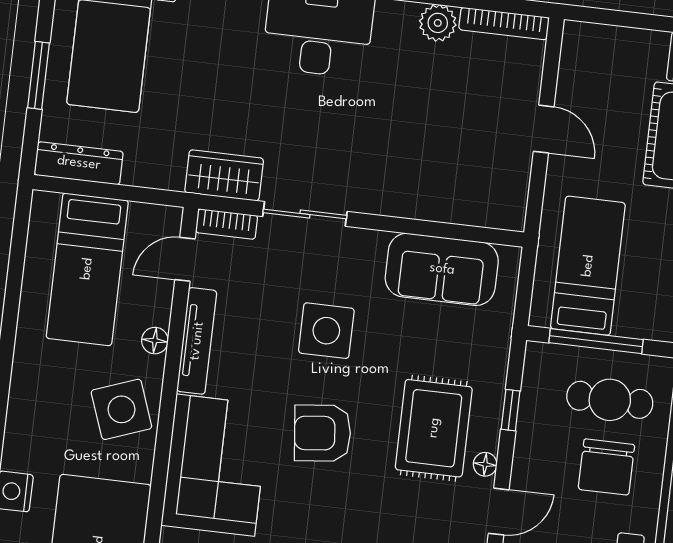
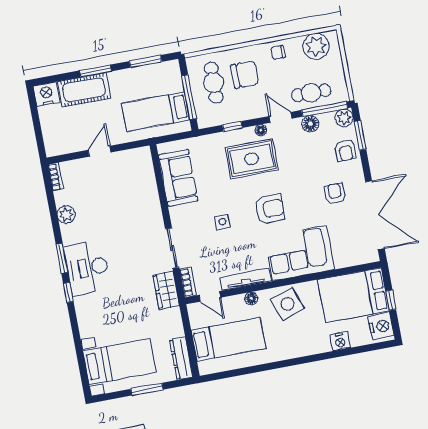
bookcase: (504, 23) -> (56, 177), width x0.64
side table: (326, 331) -> (222, 222), width x0.54, depth x0.54
armchair: (323, 433) -> (270, 209), turned -84

